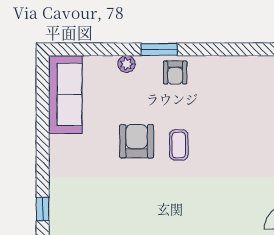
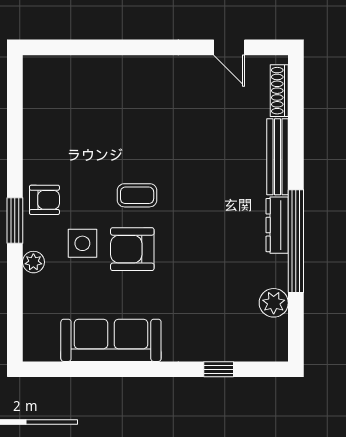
sofa: (65, 95) -> (111, 340), moved
side table: (141, 102) -> (82, 243), added

